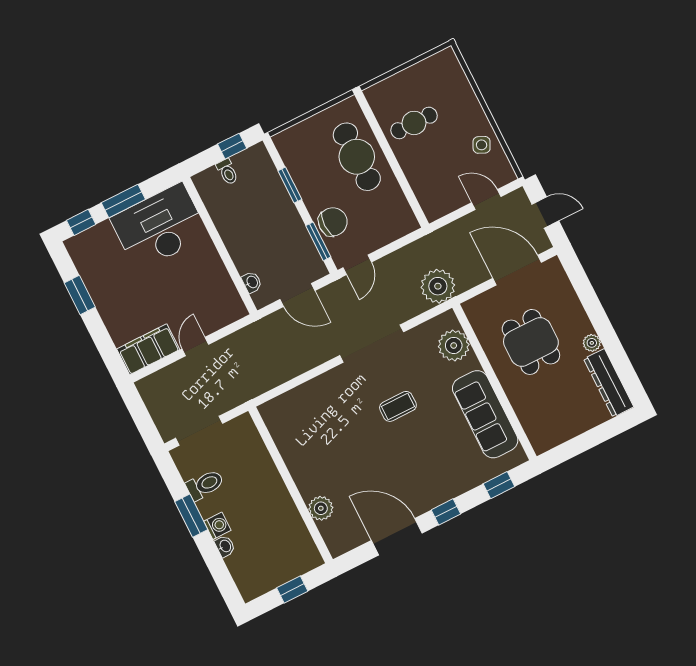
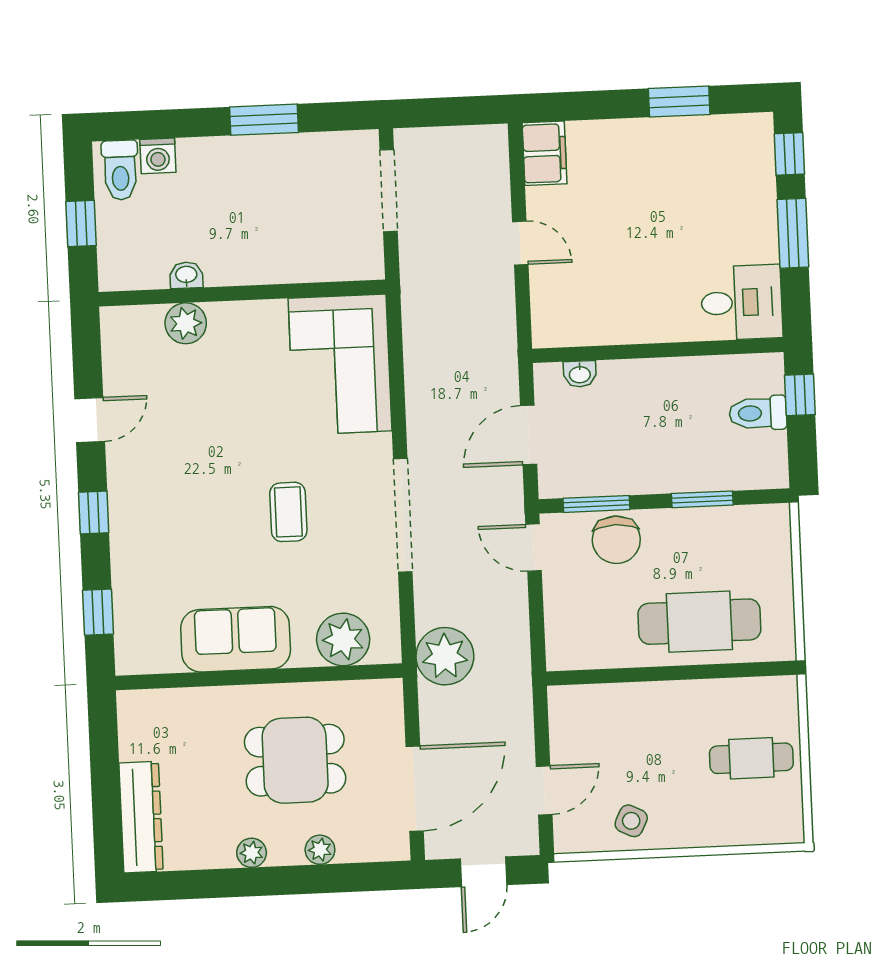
cafe table: (414, 123) -> (751, 758), moved, turned 90
window: (232, 146) -> (800, 395), moved
toilet: (227, 172) -> (758, 413), width x1.37, depth x1.39
desk: (159, 227) -> (742, 302), width x0.53, depth x0.77
plant: (573, 307) -> (320, 850), added
filing cabinet: (148, 349) -> (545, 153), width x0.67, depth x0.86
dresser: (609, 383) -> (141, 817), moved, turned 90
corner sofa: (305, 414) -> (340, 365), added
sofa: (485, 414) -> (236, 639), width x0.73
toilet: (205, 485) -> (120, 170), moved
washing machine: (217, 526) -> (158, 156), moved
door: (397, 537) -> (90, 420), width x0.53
washbasin: (225, 546) -> (186, 275), moved, turned 180

